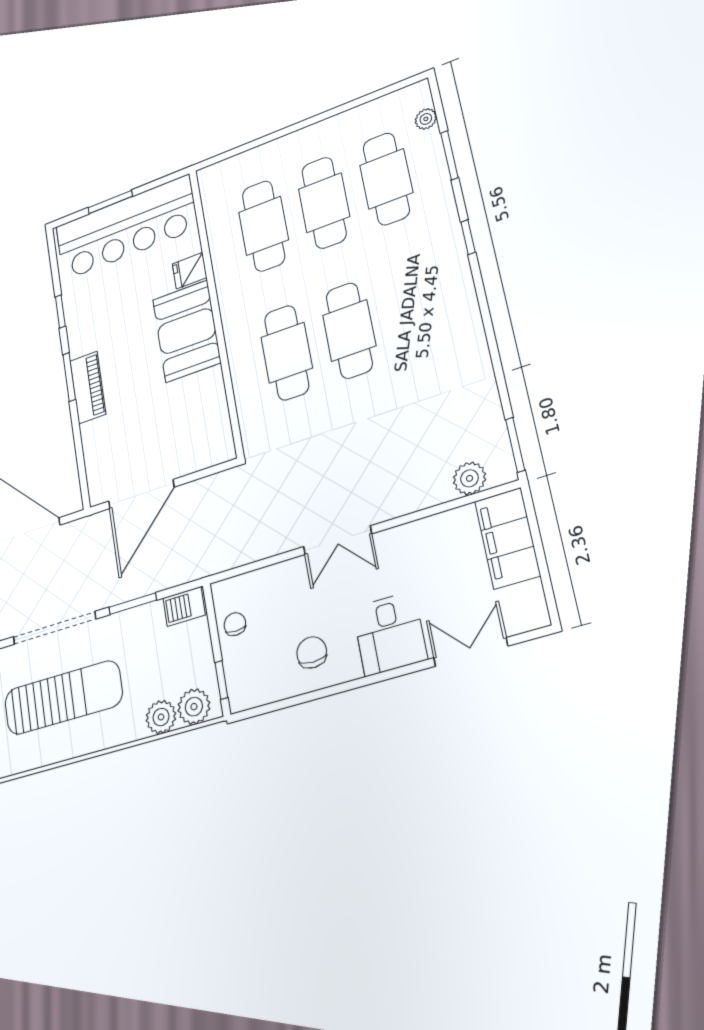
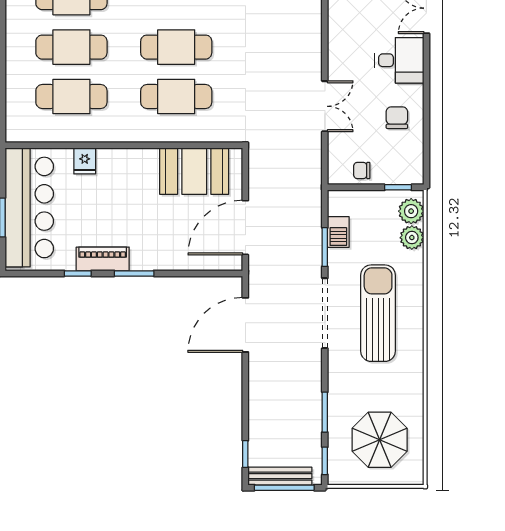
booth: (187, 331) -> (194, 171), moved
piano: (88, 388) -> (103, 259), moved
door: (141, 494) -> (245, 228), swing flipped
double door: (337, 540) -> (325, 106), moved
barbecue: (184, 607) -> (338, 232), moved
chair: (312, 652) -> (397, 118), turned 90

